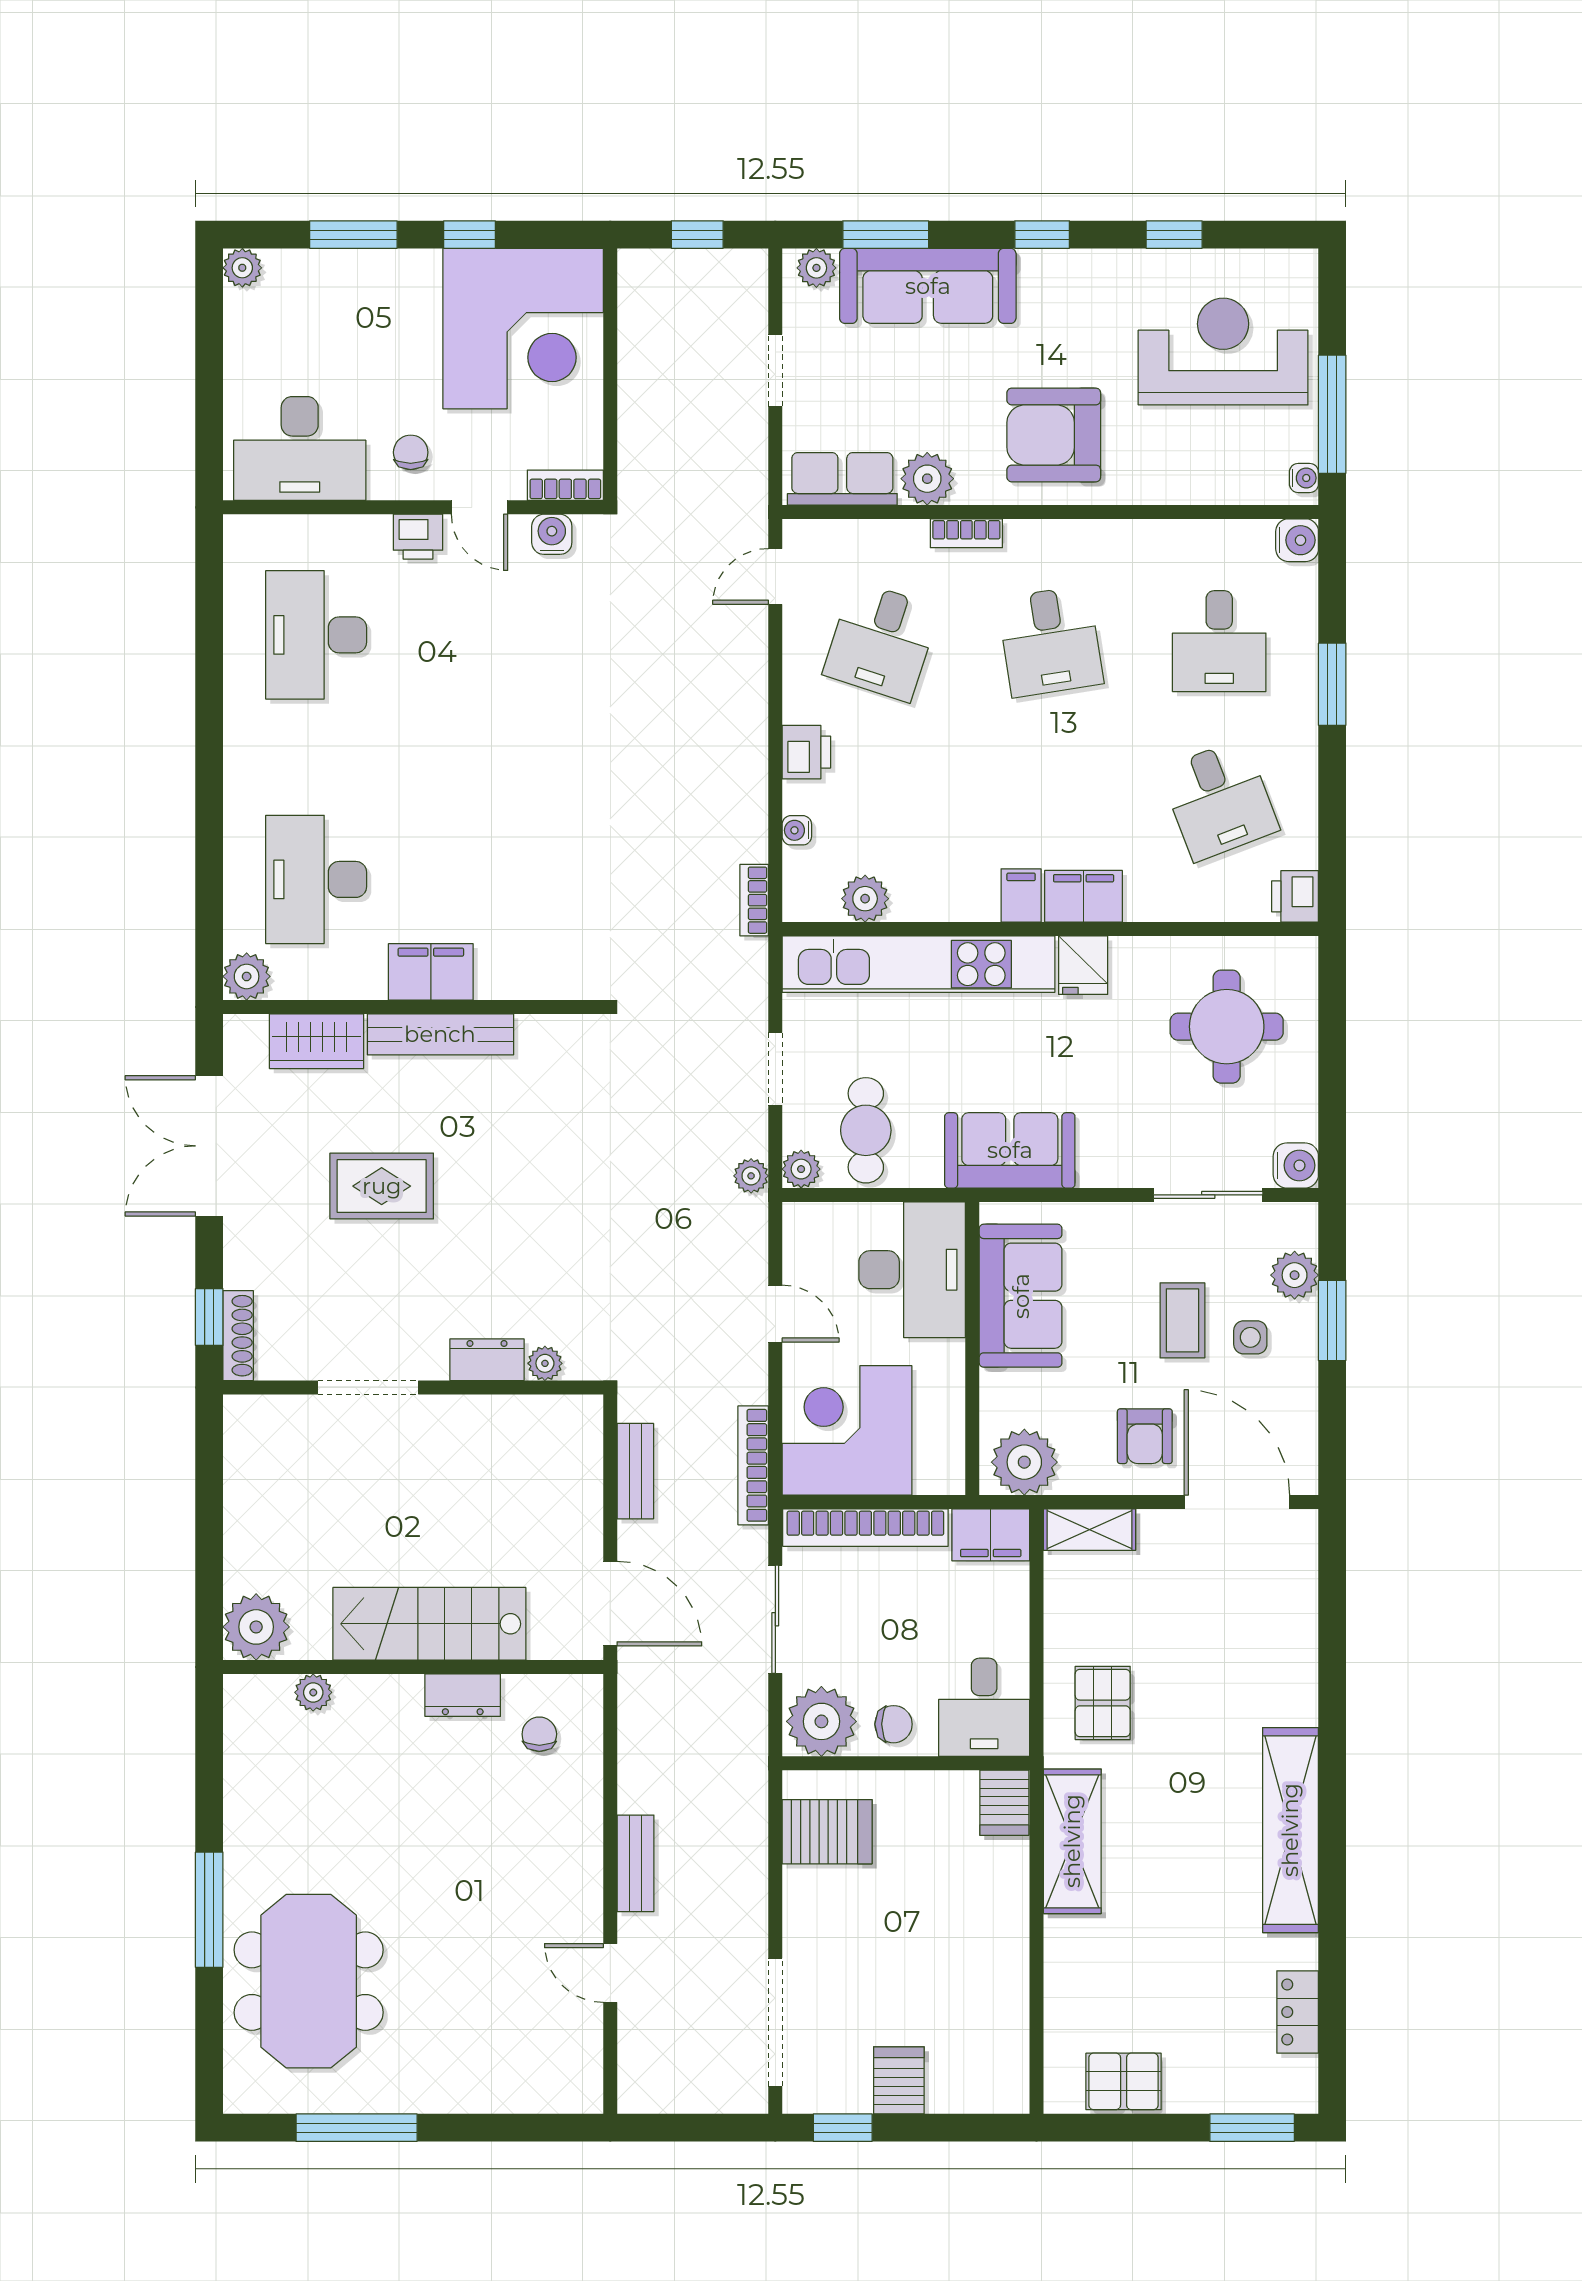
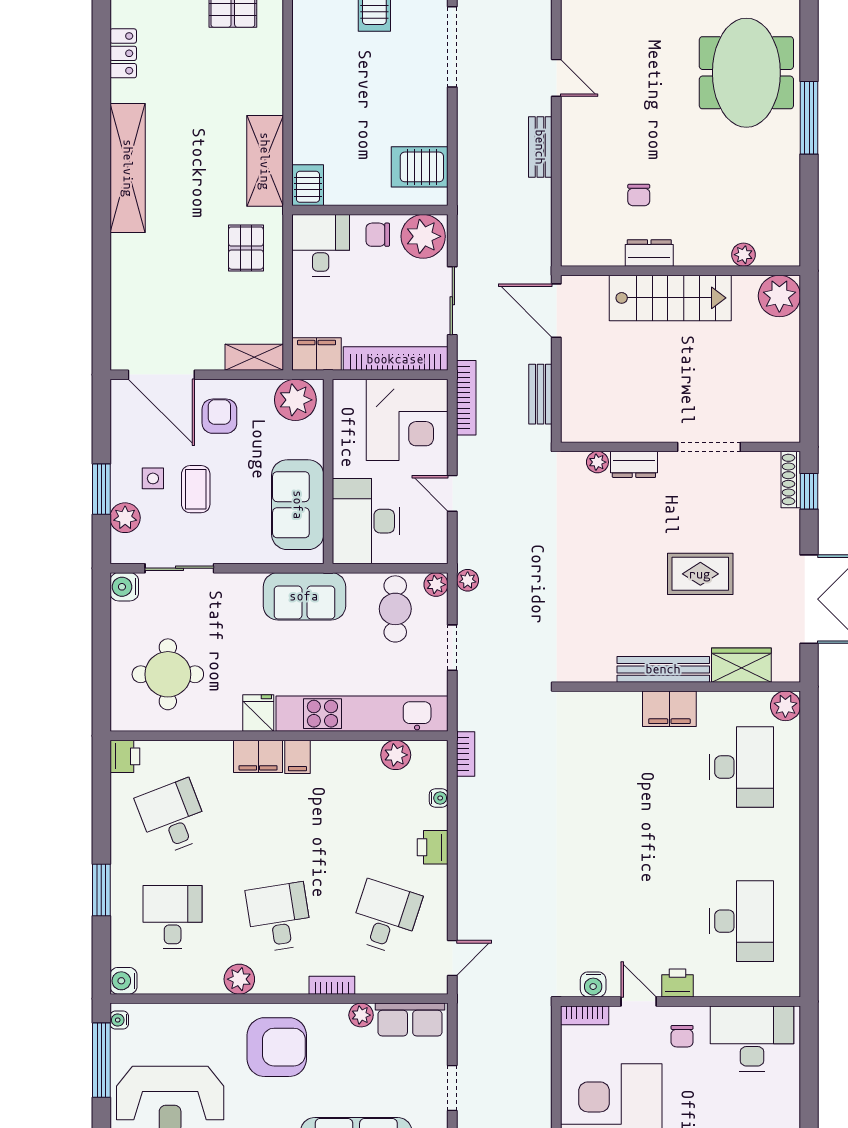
plant: (927, 479) -> (361, 1015), width x0.73, depth x0.73
plant: (1113, 543) -> (239, 979), added
chair: (539, 1734) -> (639, 195), moved

